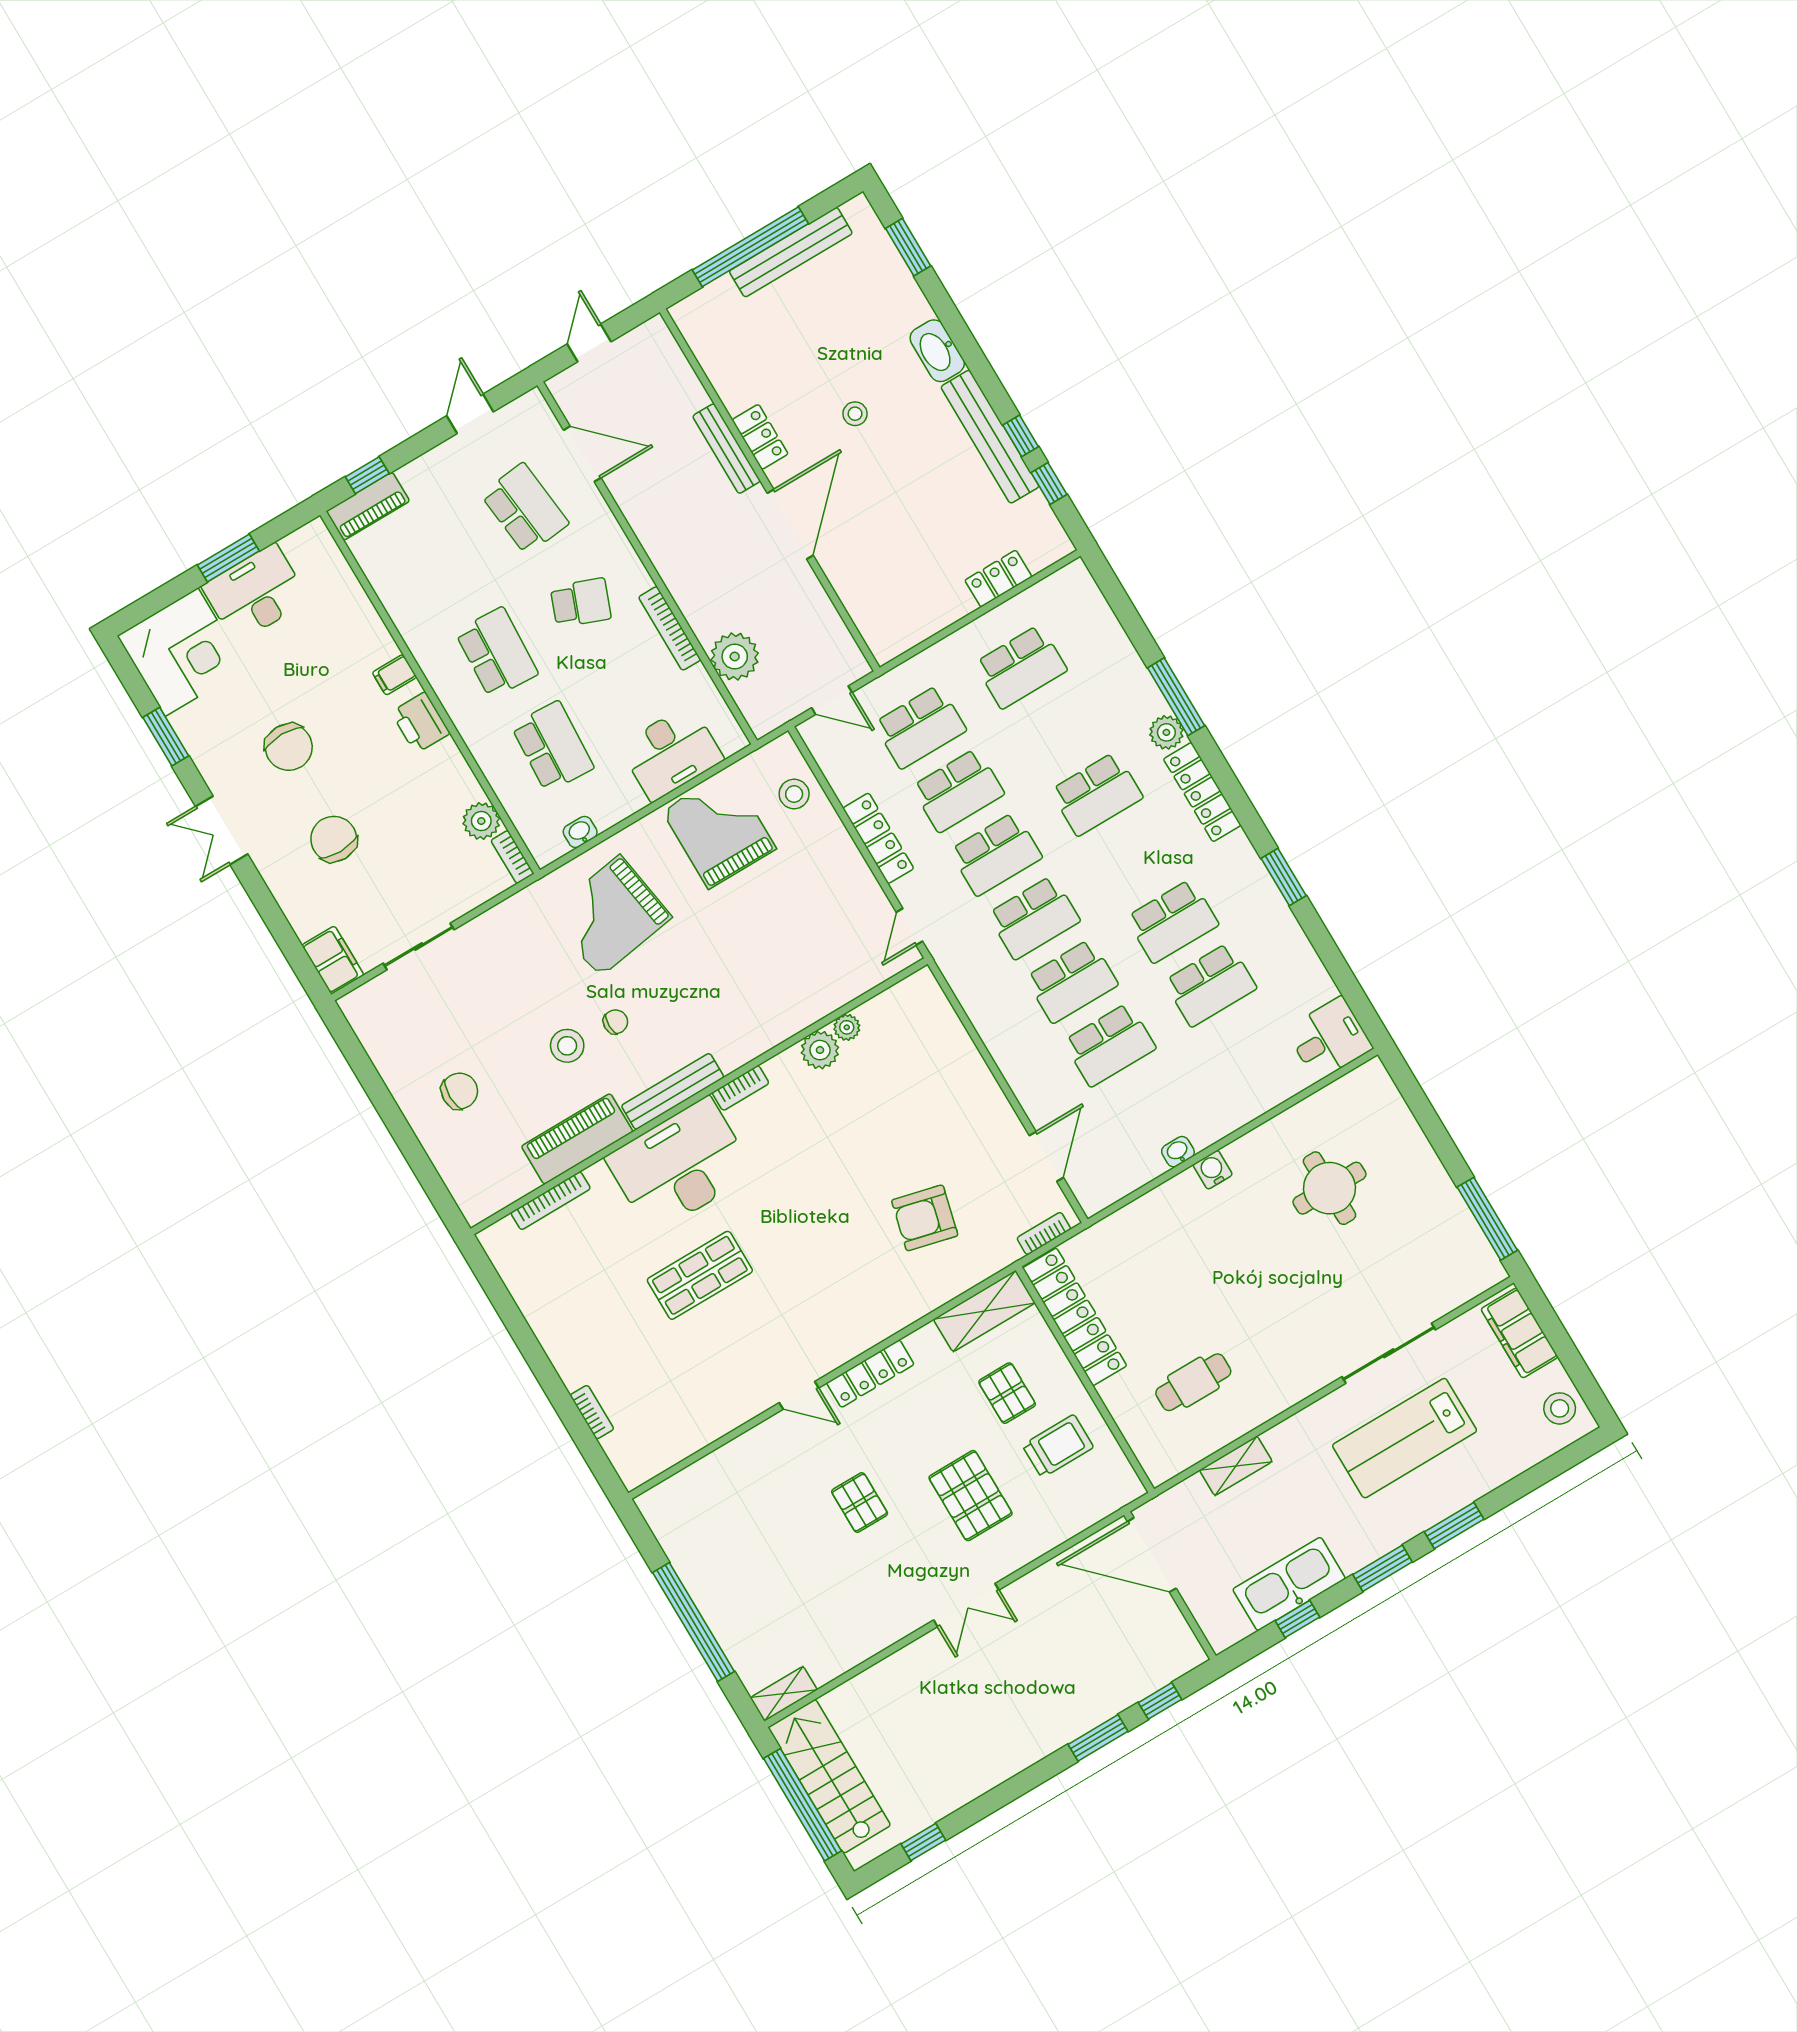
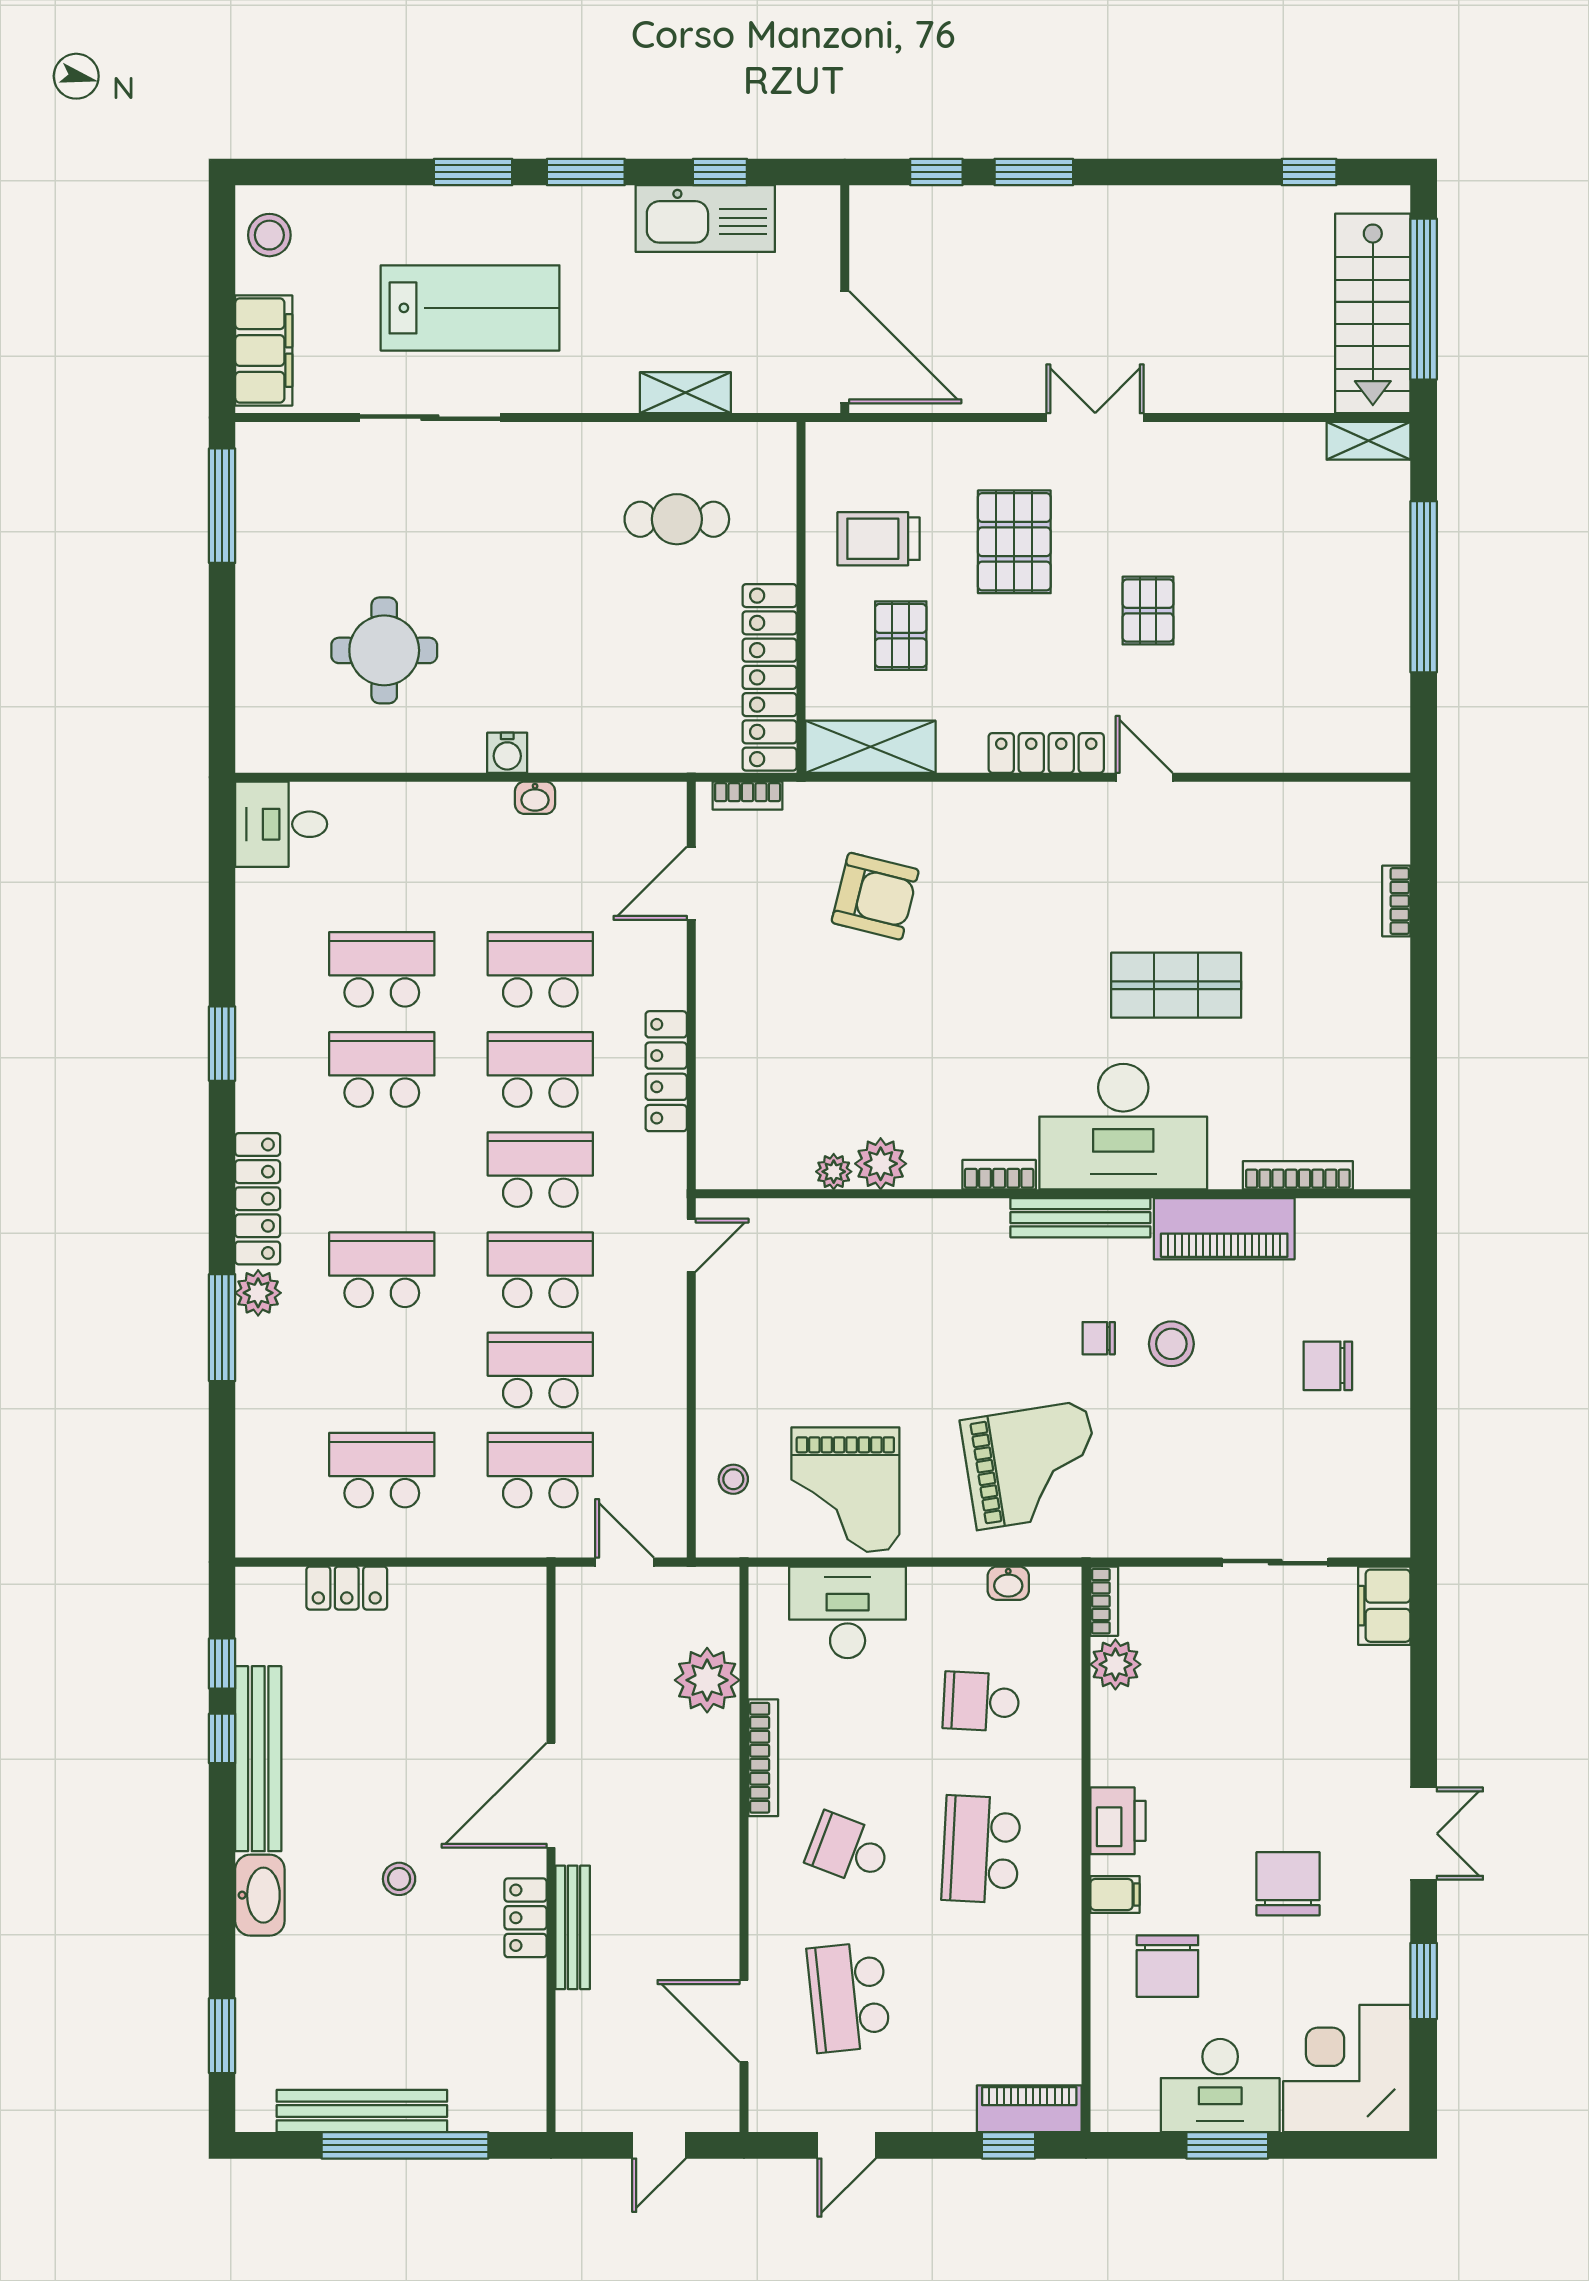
school desk: (553, 747) -> (981, 1702), width x0.54
stool: (794, 794) -> (733, 1479), width x0.73, depth x0.73
locker: (878, 838) -> (666, 1071), moved
chair: (334, 839) -> (1167, 1966), moved

